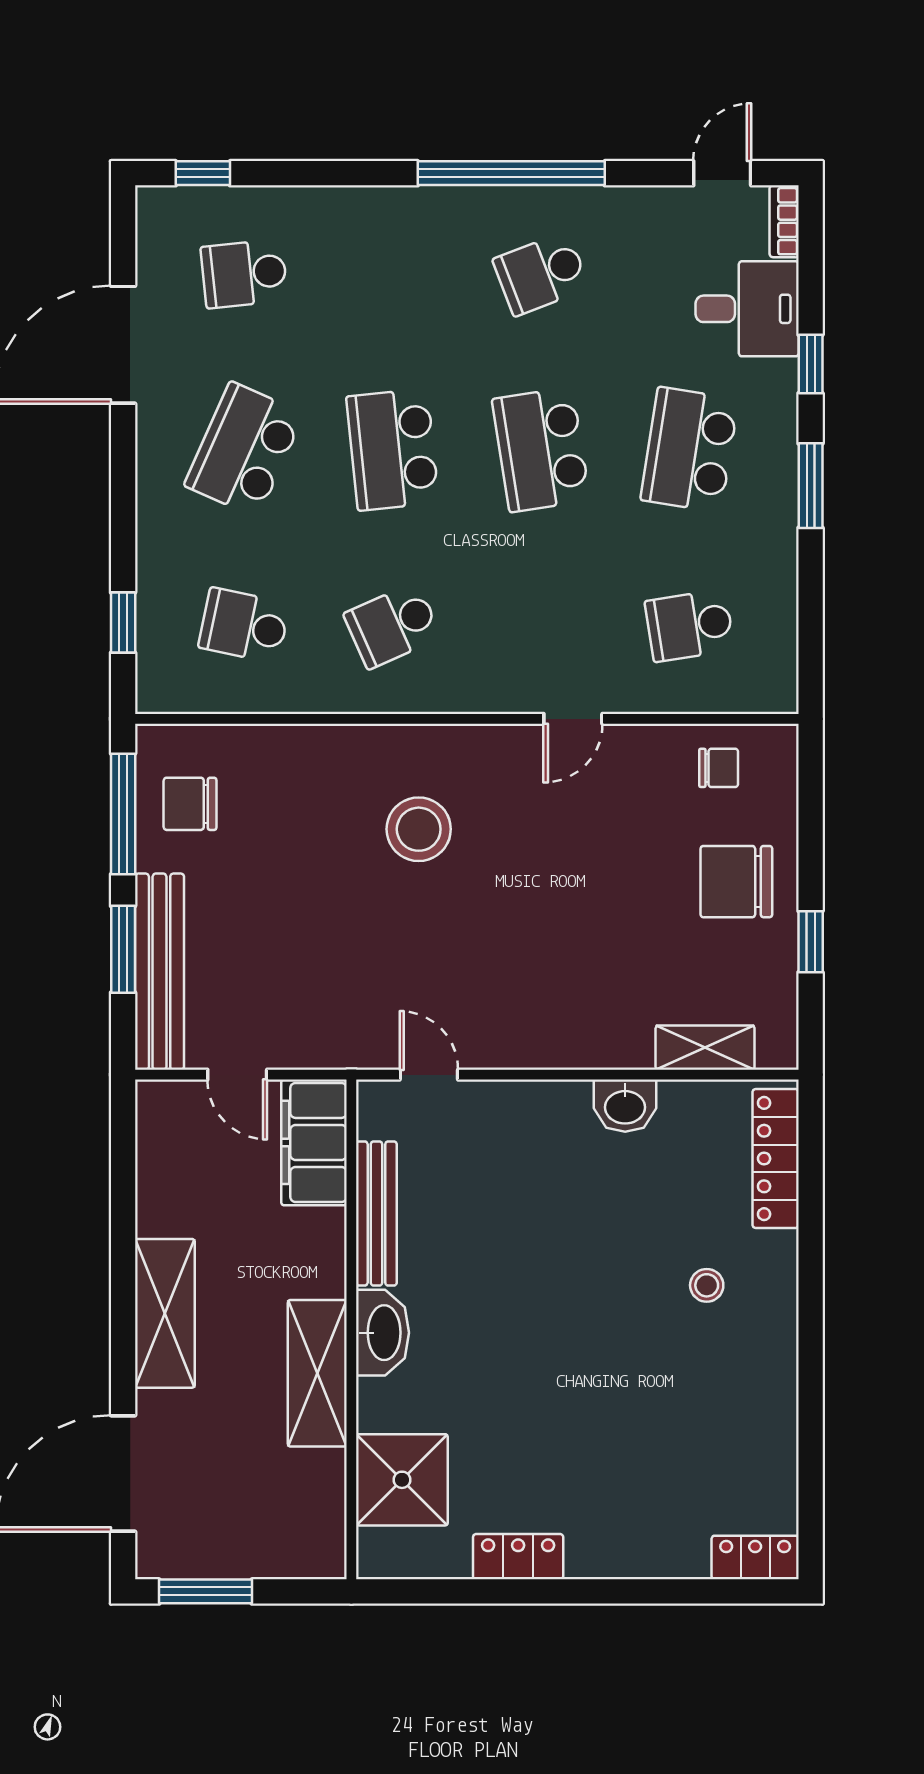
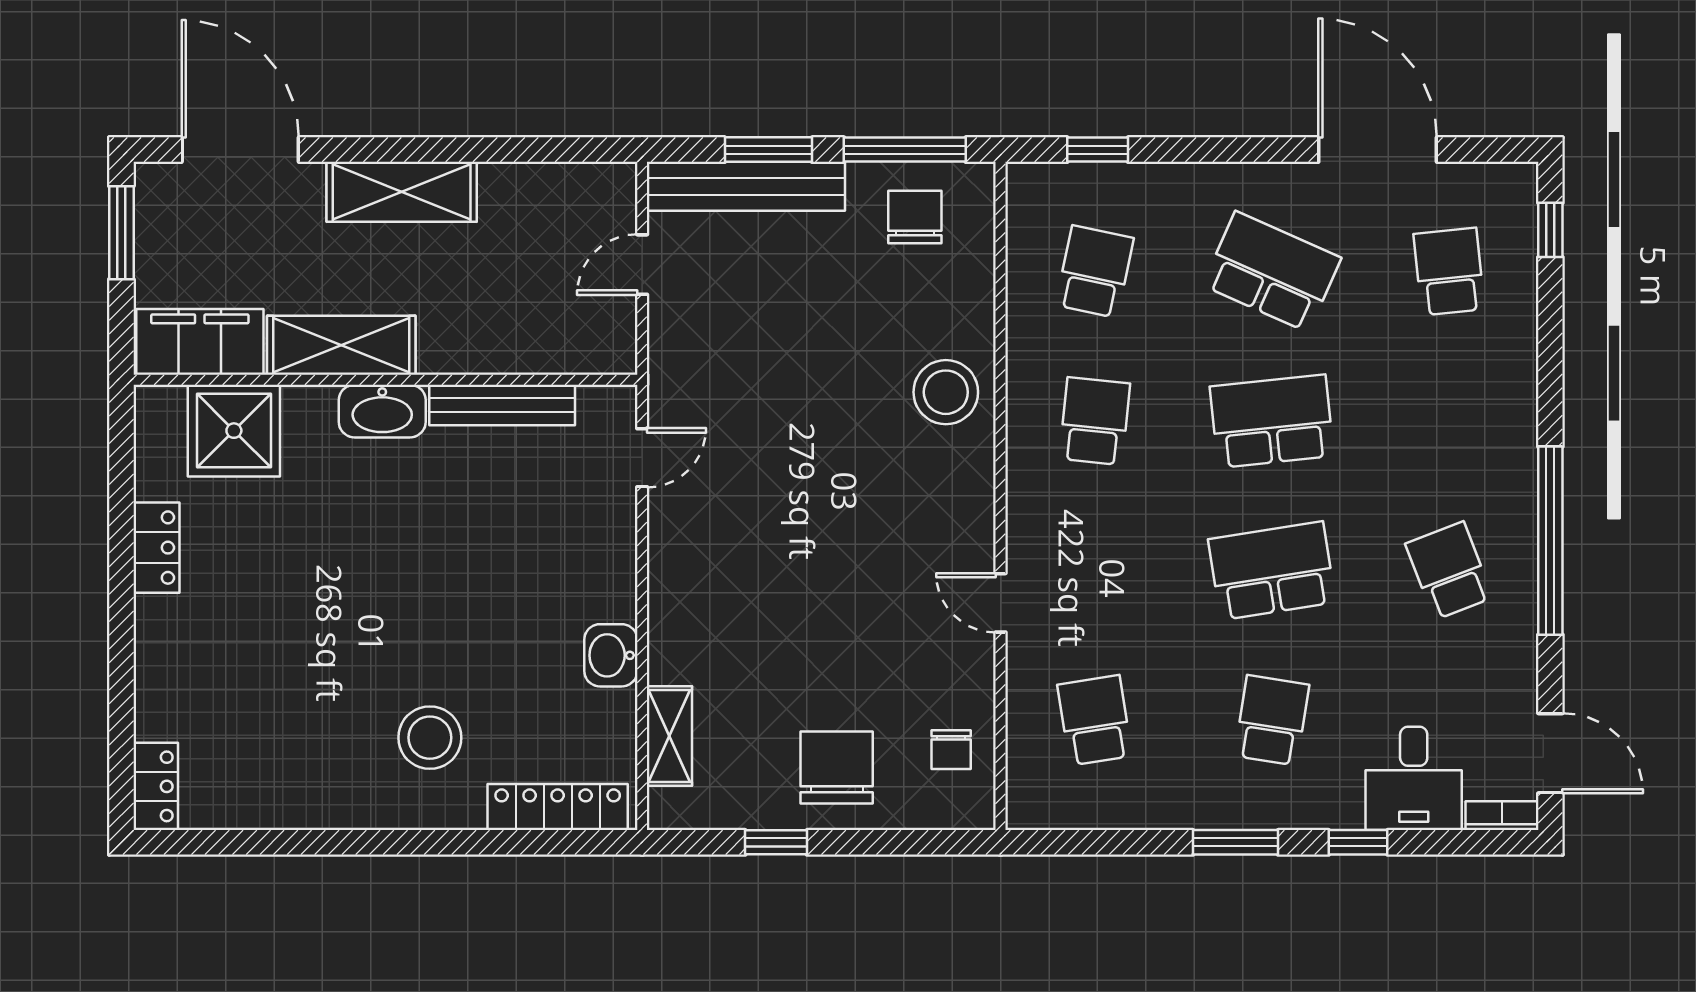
door: (722, 173) -> (1550, 753), width x1.38
school desk: (690, 450) -> (1272, 720), width x0.54
school desk: (393, 625) -> (1095, 421), turned 30
stool: (419, 829) -> (946, 392), moved
filing cabinet: (314, 1142) -> (200, 342), moved
stool: (707, 1285) -> (430, 738), width x1.89, depth x1.89

